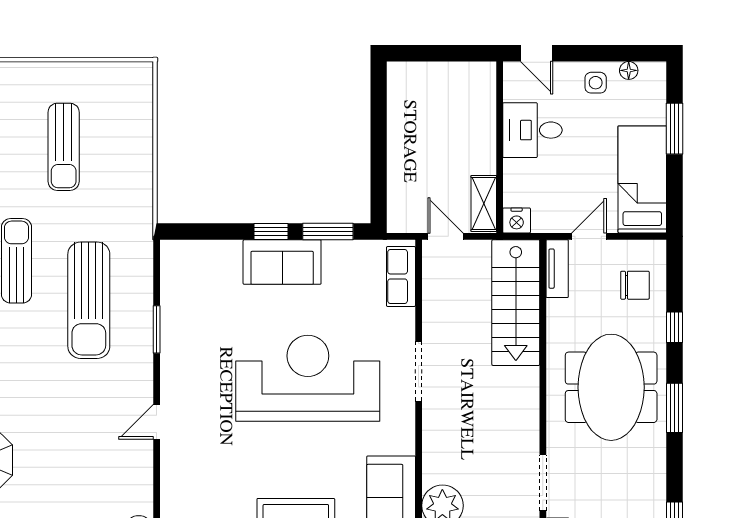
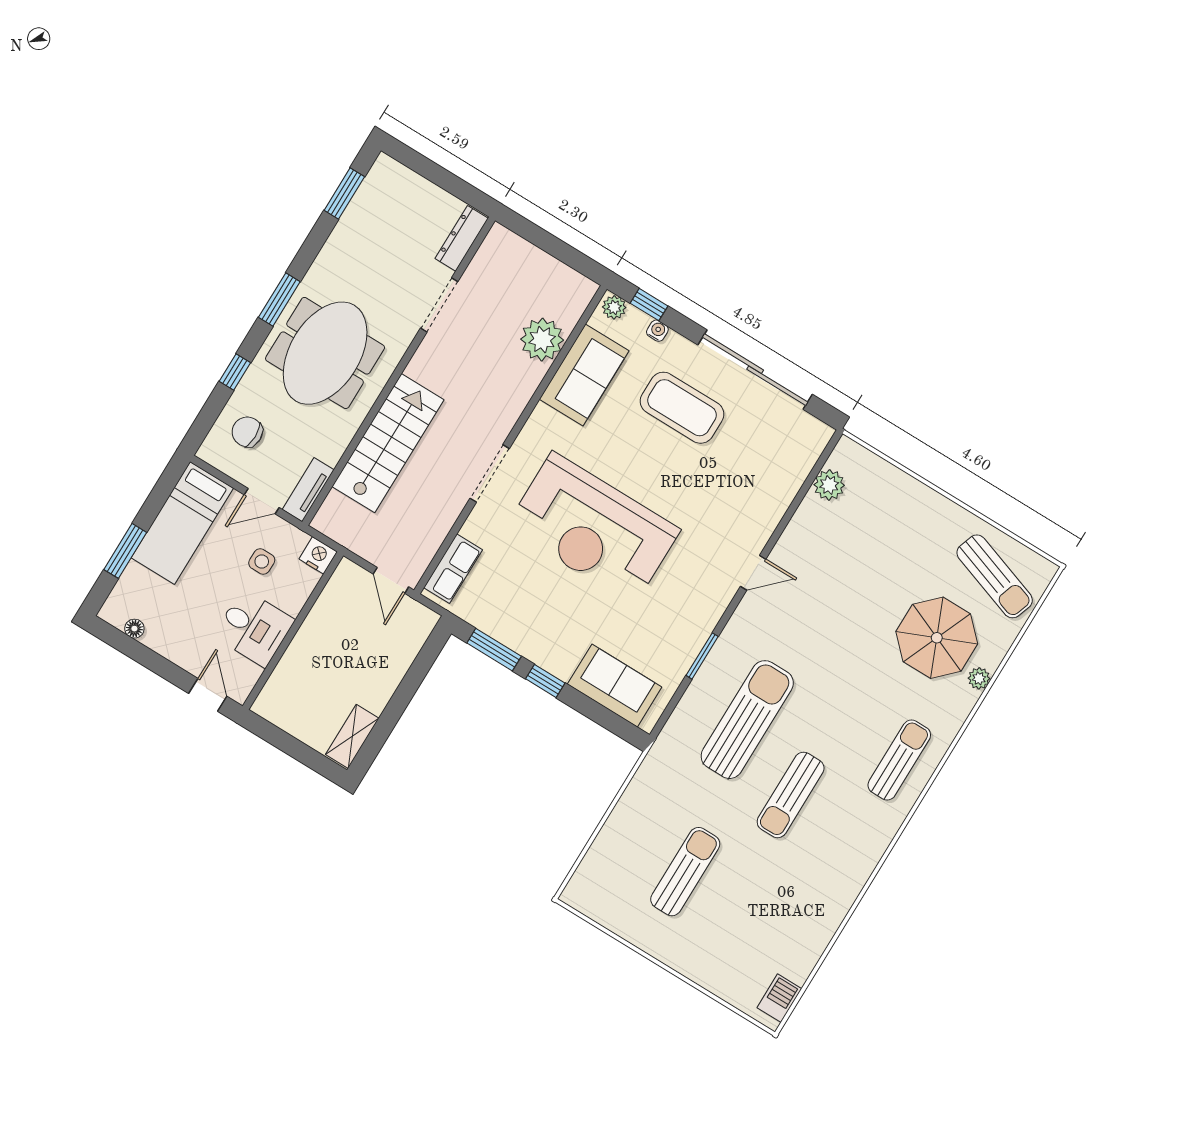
side table: (596, 83) -> (262, 561), moved
shelving: (484, 203) -> (352, 736), moved
sofa: (282, 262) -> (615, 686), moved
stairs: (516, 303) -> (388, 443), moved

